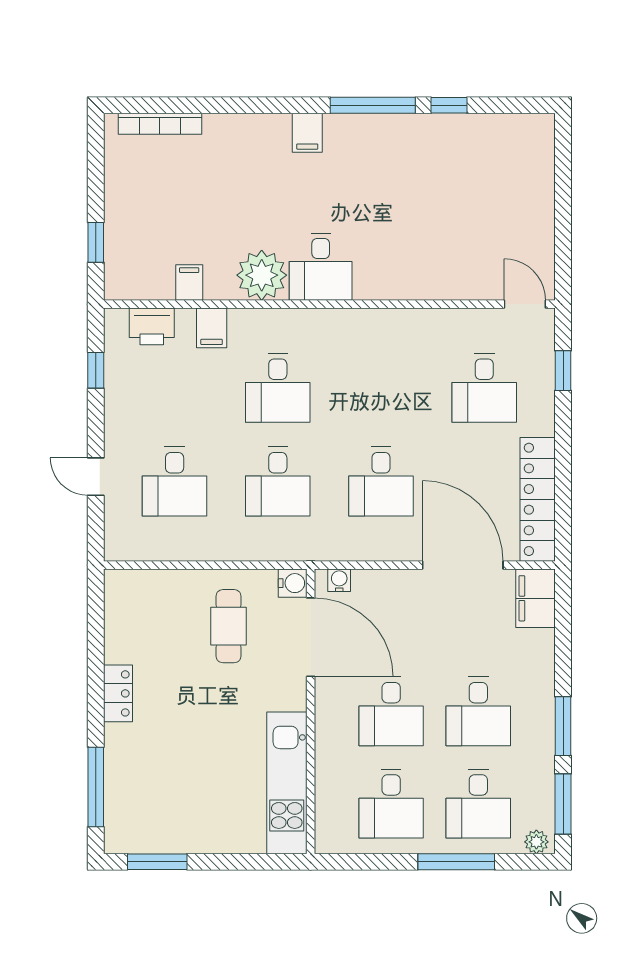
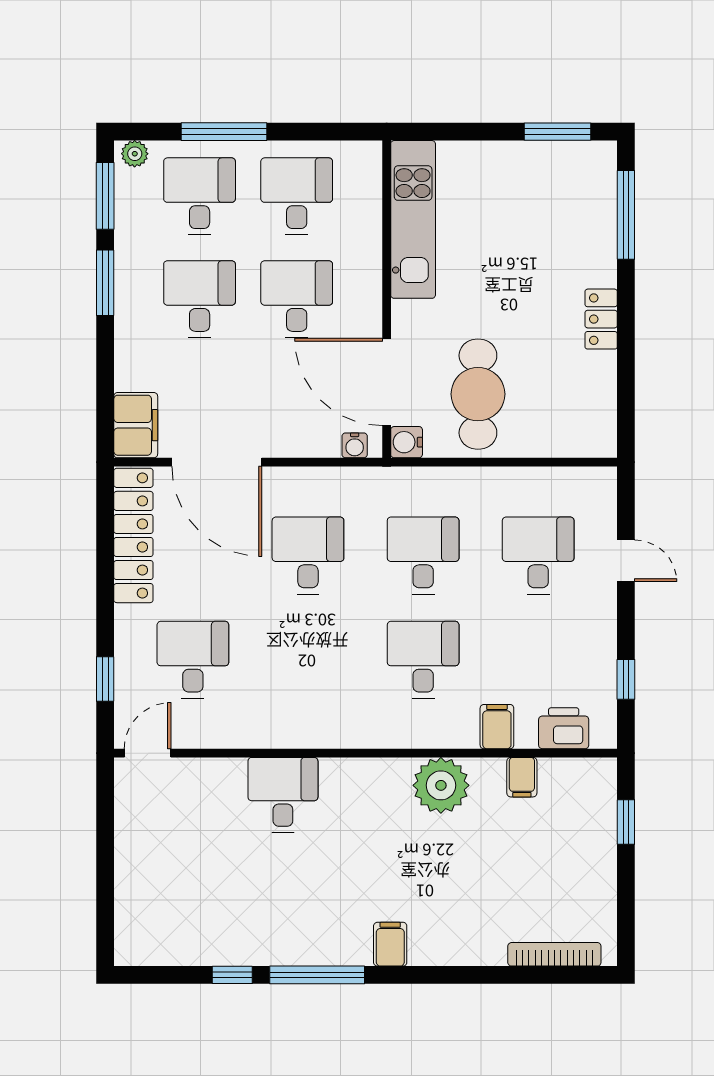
desk: (321, 267) -> (283, 795), moved
door: (525, 304) -> (148, 753), swing flipped
cafe table: (229, 626) -> (478, 394), width x1.37, depth x1.35

